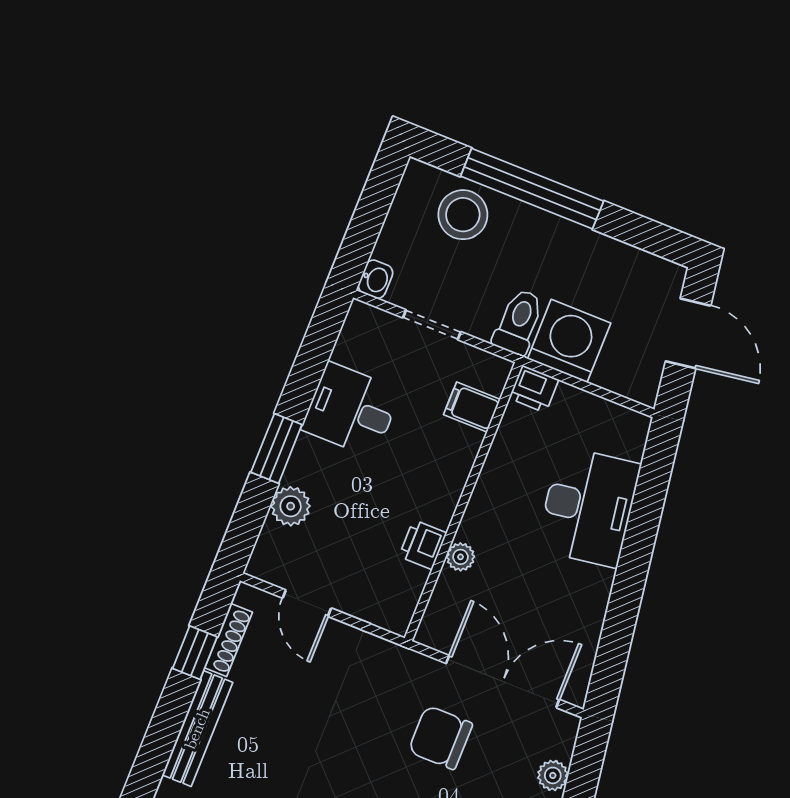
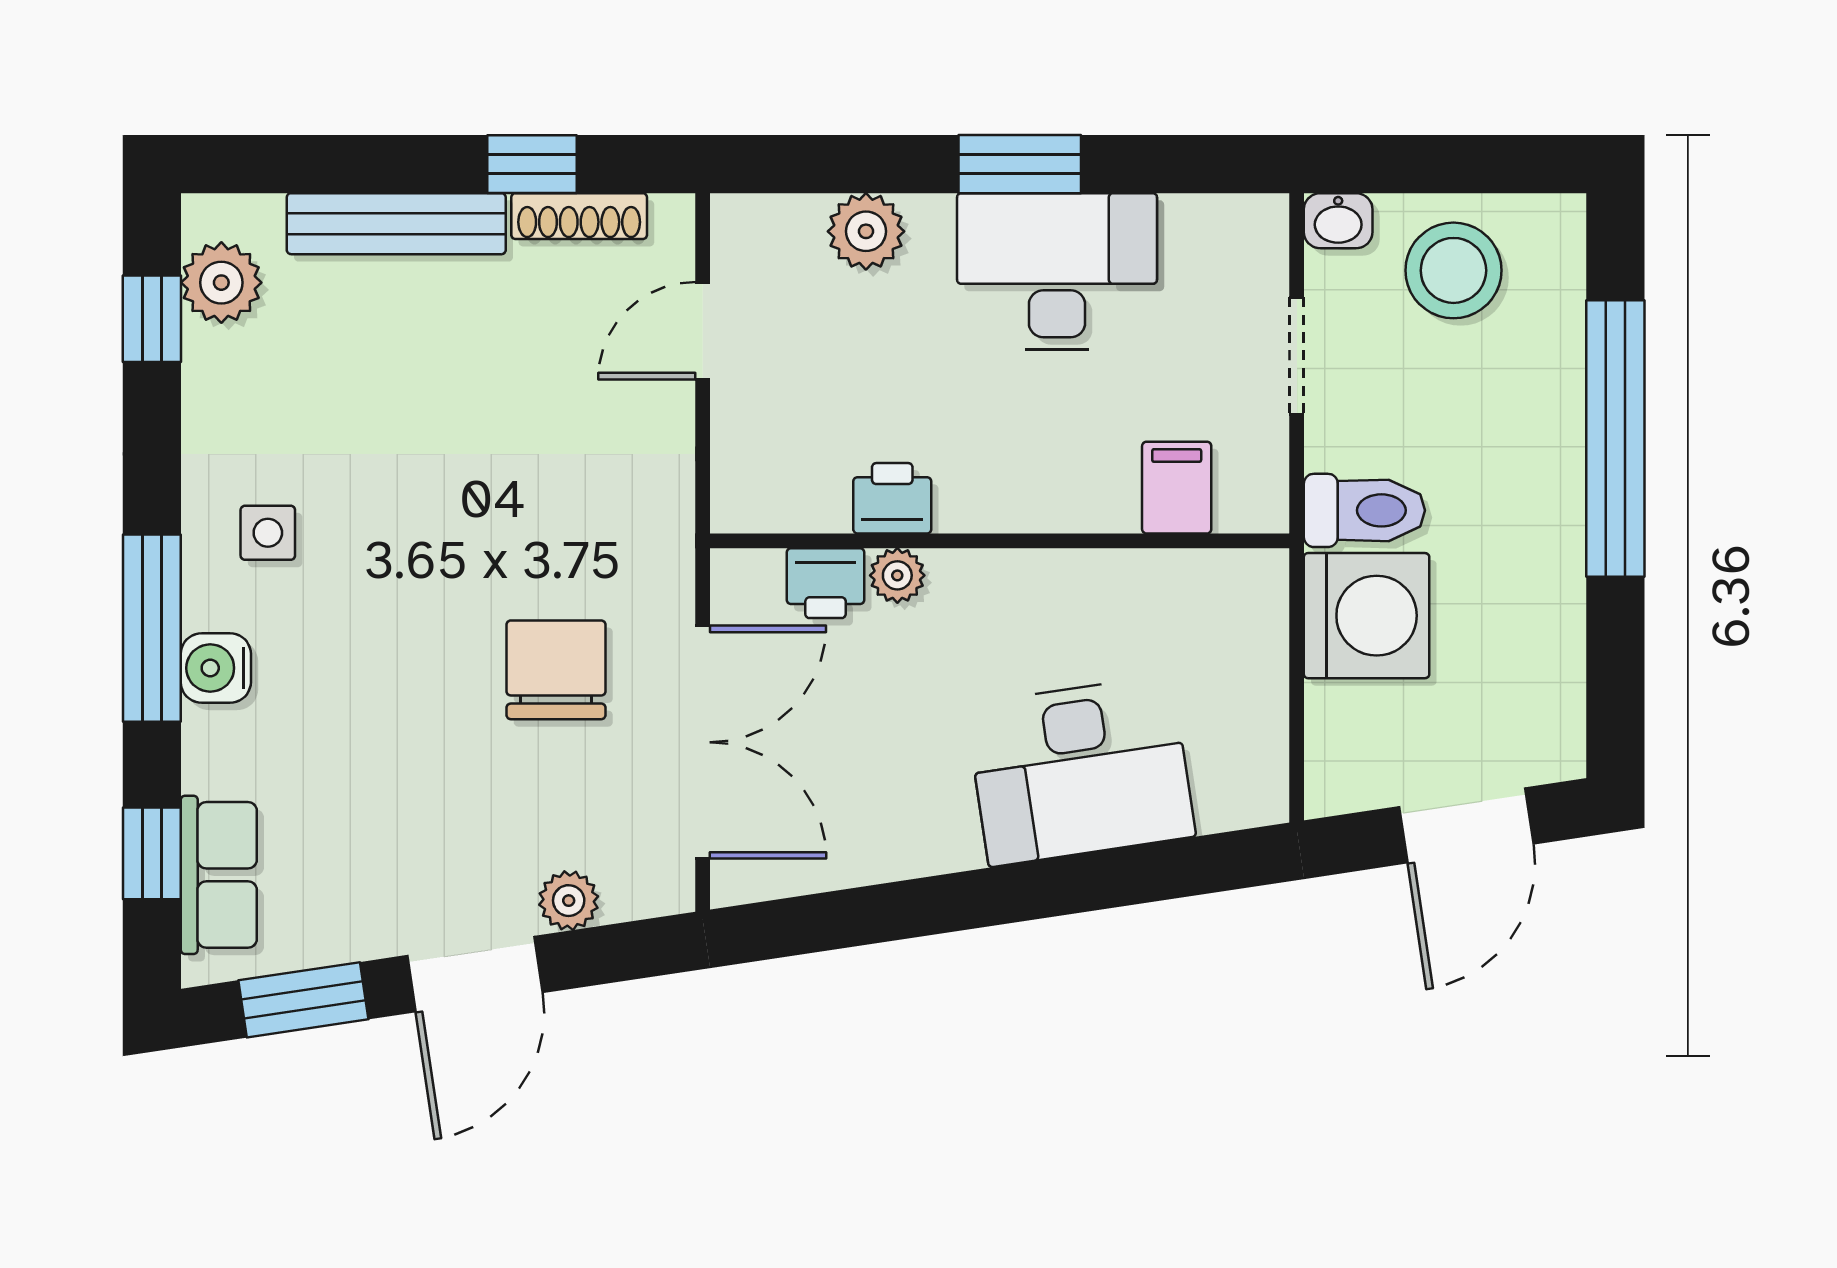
stool: (463, 215) -> (1453, 270), moved
printer: (534, 389) -> (826, 583), moved, turned -90
desk: (351, 410) -> (1057, 271), width x1.37
window: (276, 448) -> (1020, 164), moved

